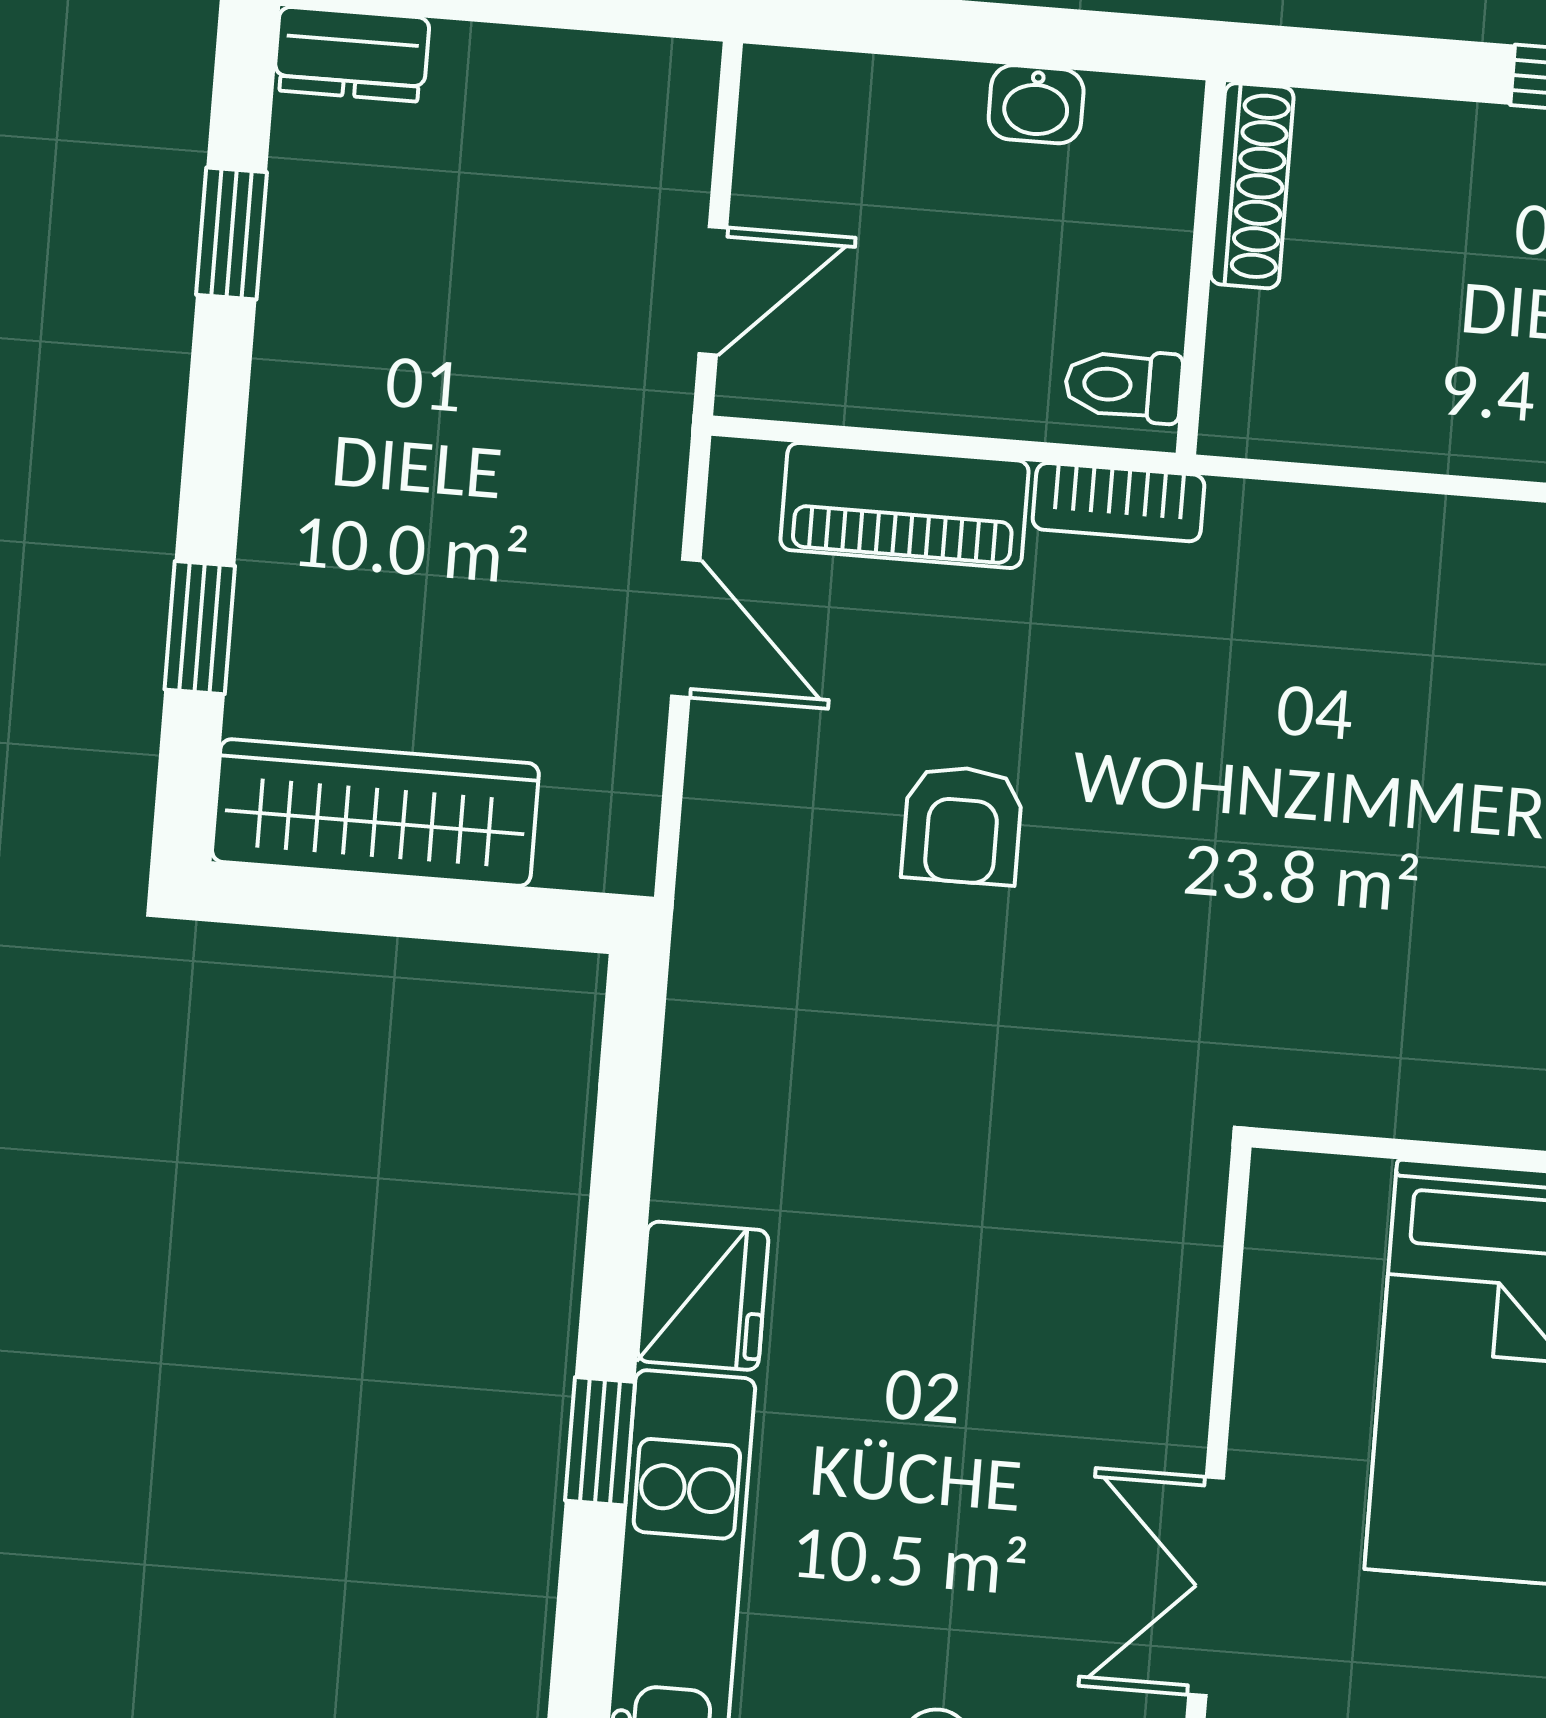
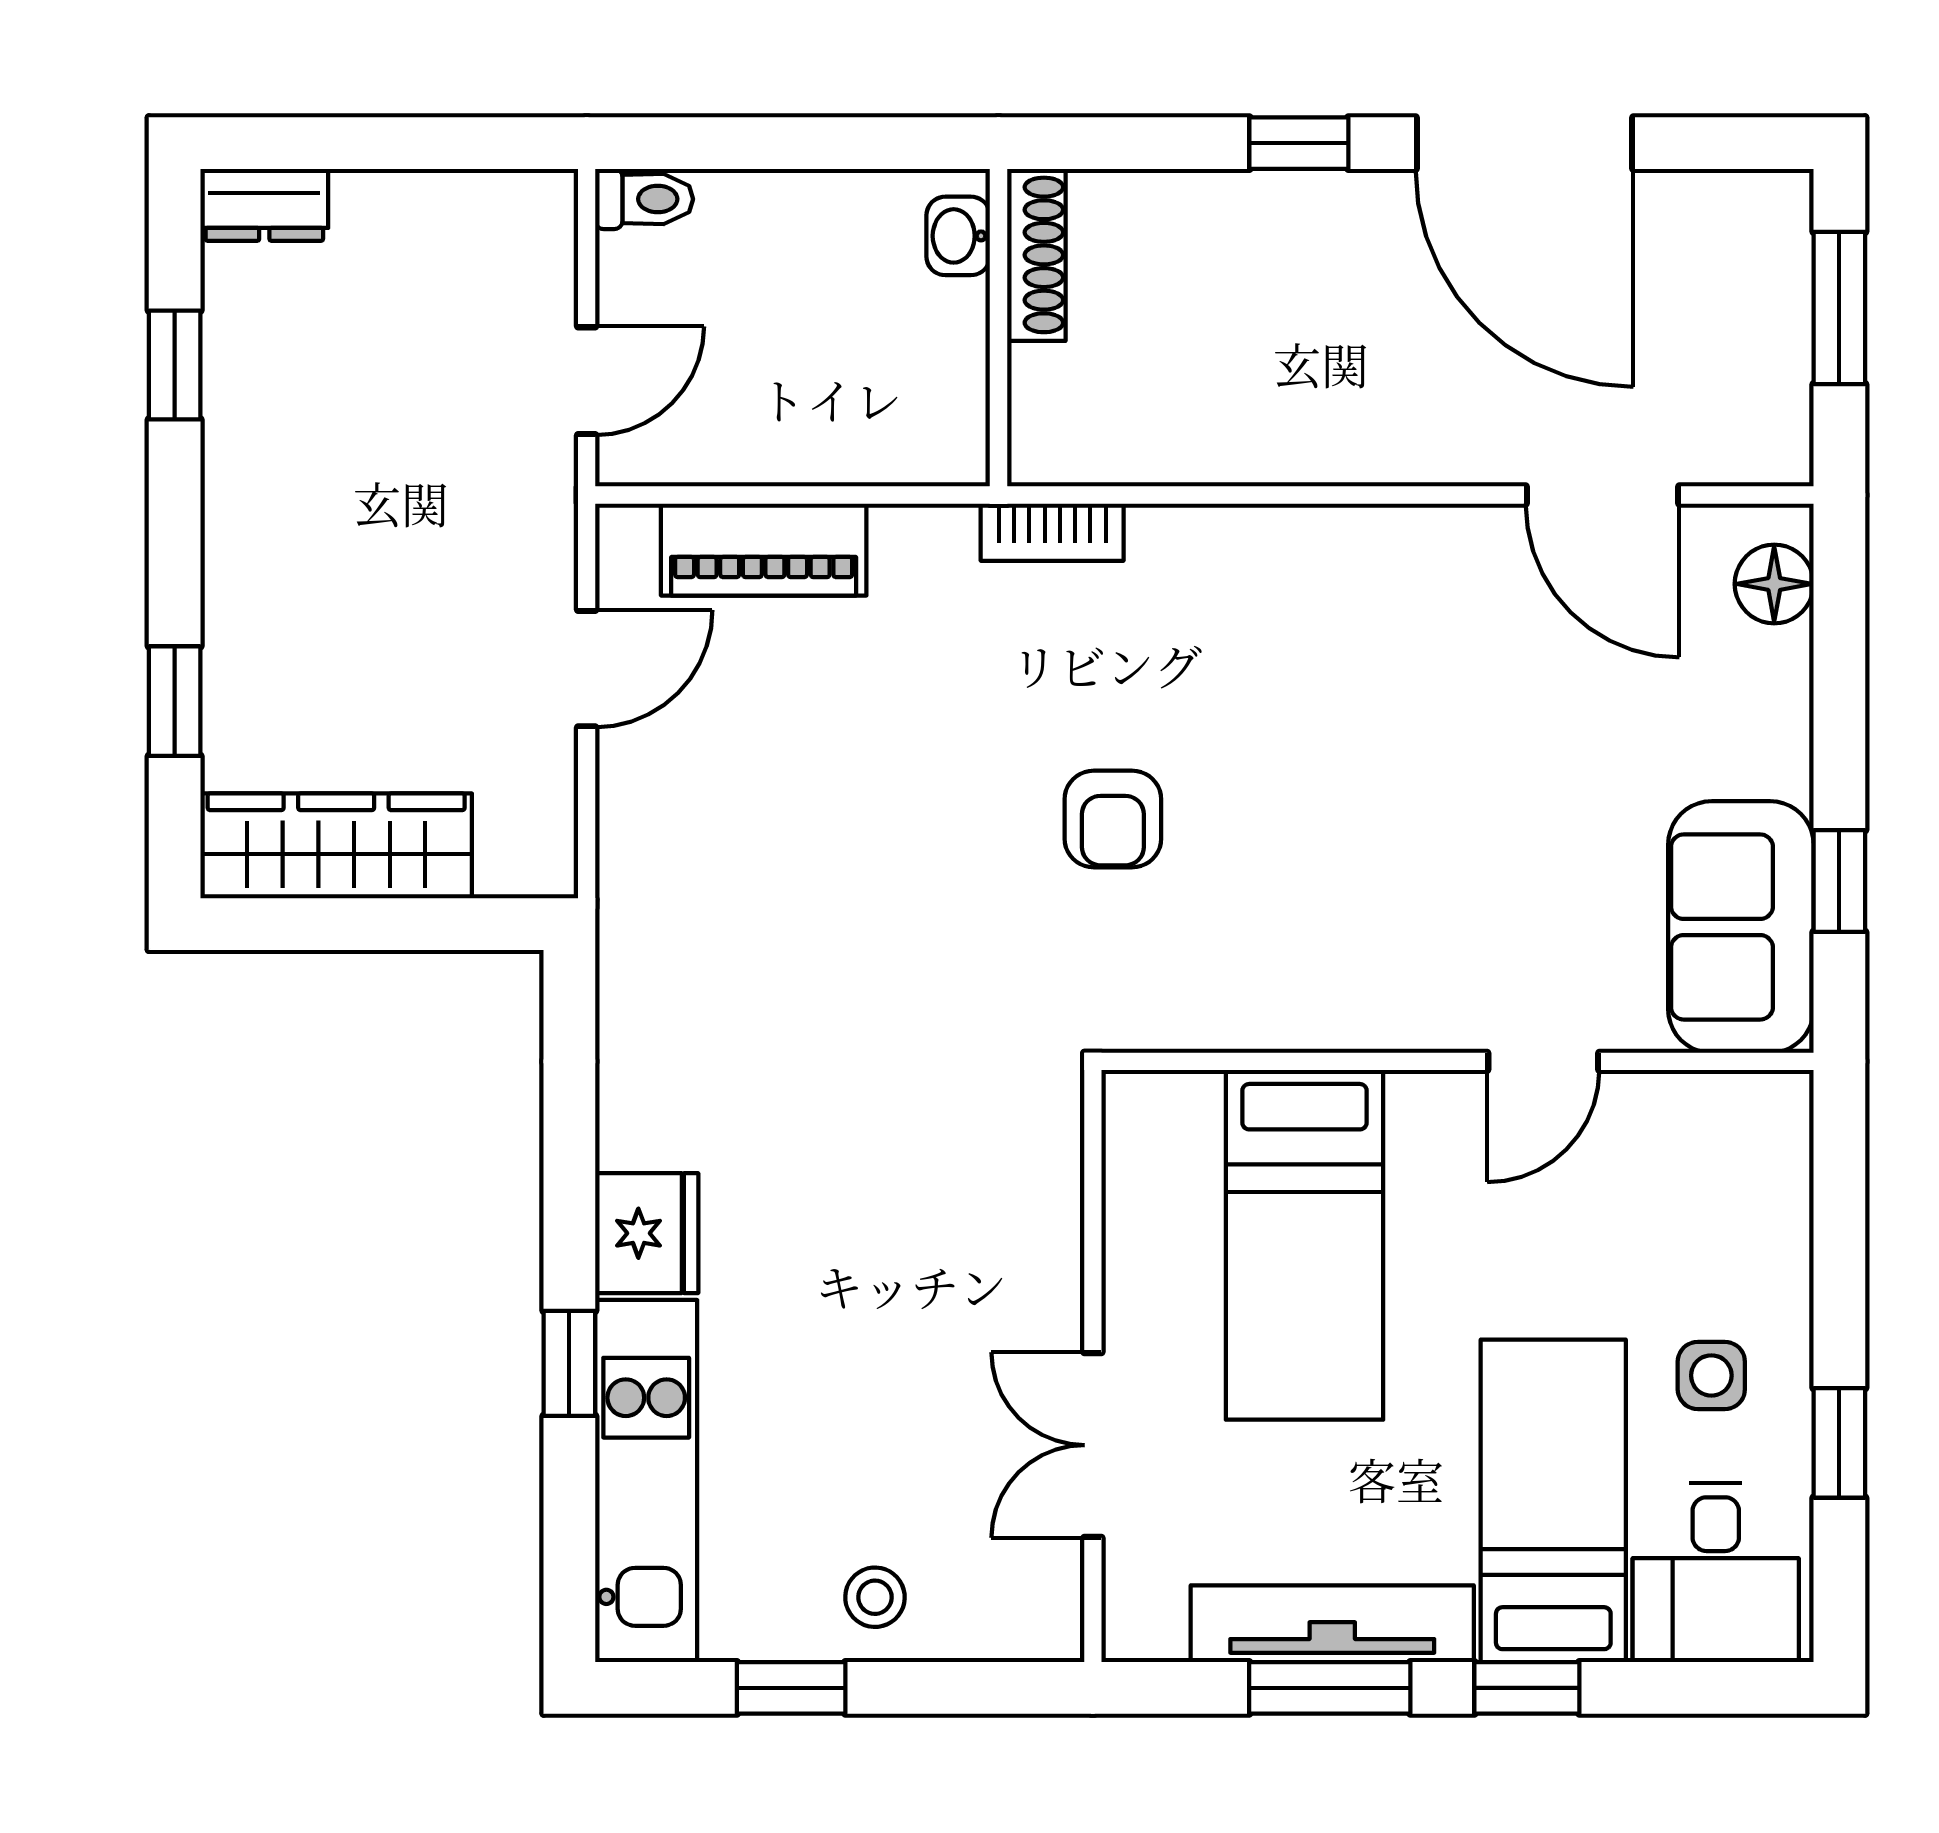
washbasin: (1036, 104) -> (958, 236), moved, turned 90
toilet: (1123, 385) -> (644, 199), moved, turned 180
bookcase: (1119, 502) -> (1052, 532), moved
door: (686, 628) -> (587, 669), hinge flipped
armchair: (962, 825) -> (1113, 819), moved

